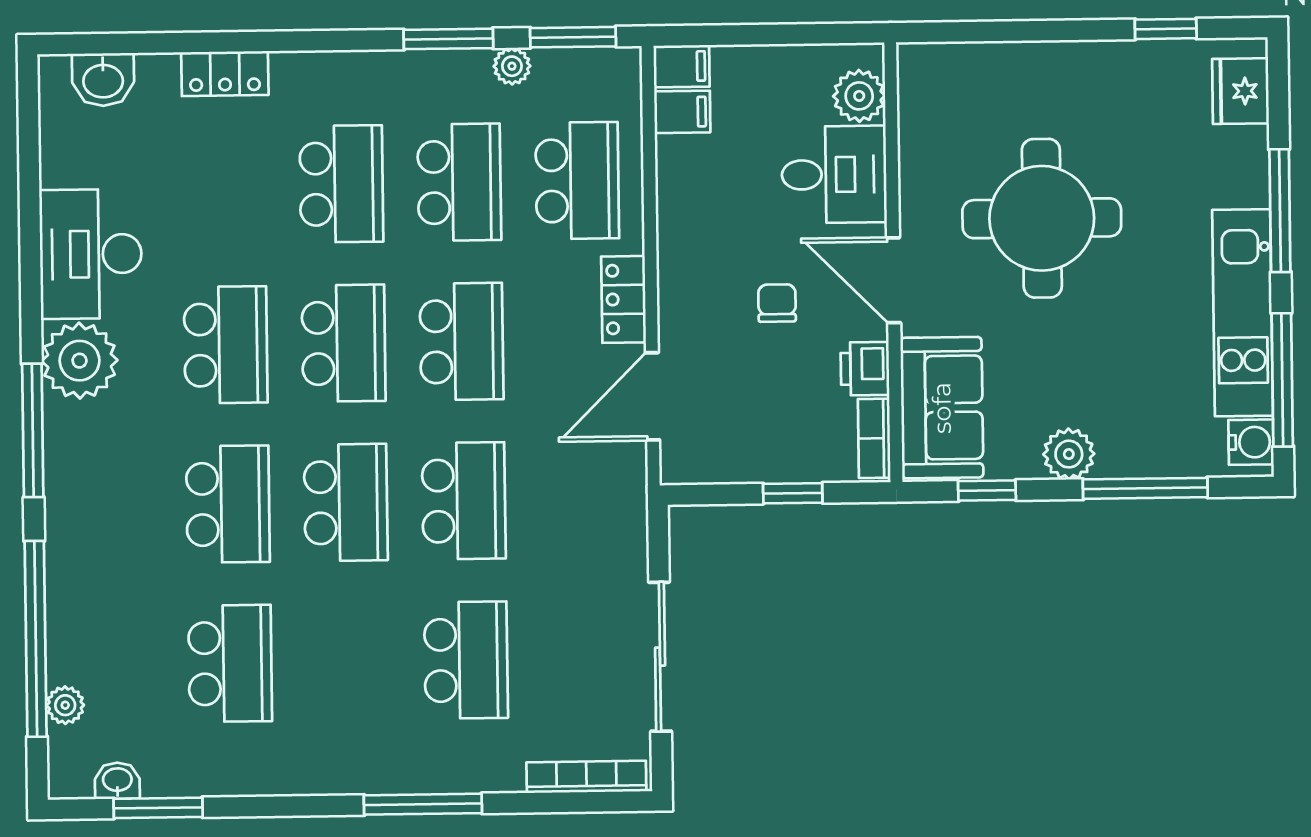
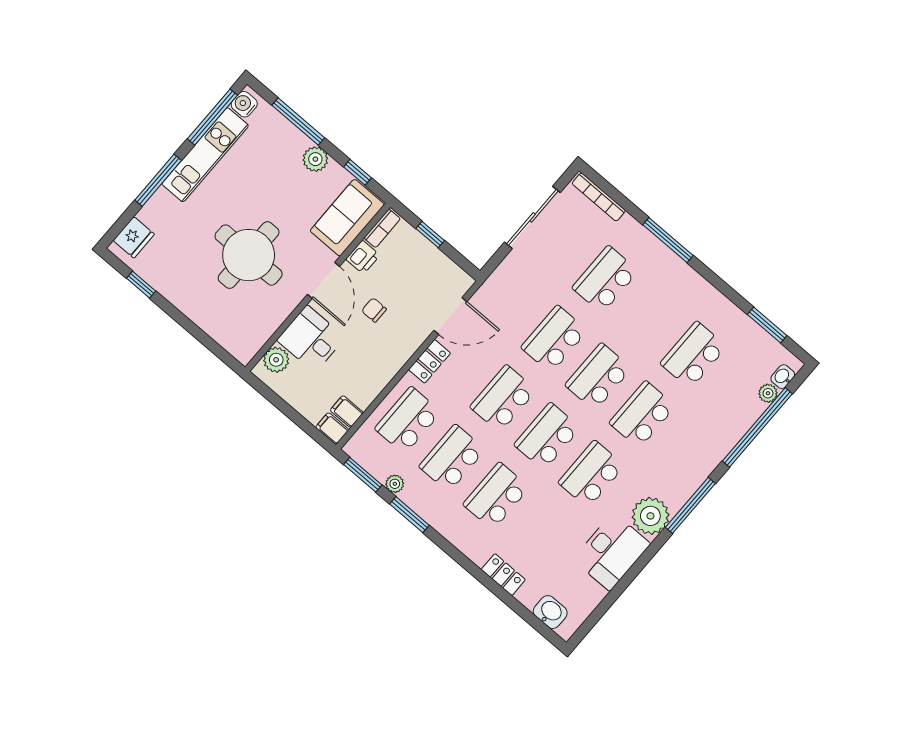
chair: (777, 303) -> (374, 310), turned 90
washbasin: (117, 781) -> (783, 377), moved, turned 90

